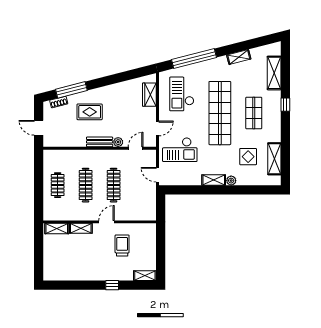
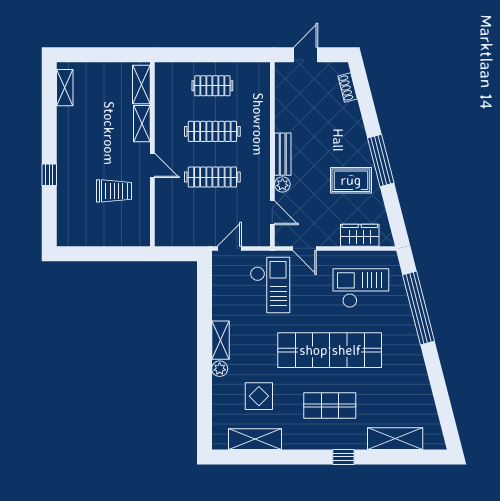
shelving: (239, 57) -> (421, 381), removed
window: (71, 90) -> (381, 161), moved
rug: (90, 112) -> (351, 180), moved, turned 90
checkout: (180, 150) -> (270, 285), turned 180
shelving: (145, 276) -> (65, 88), moved

